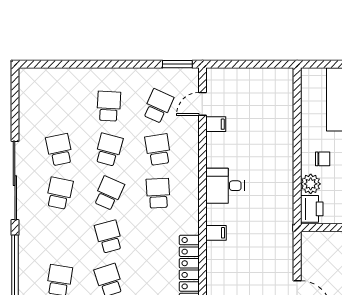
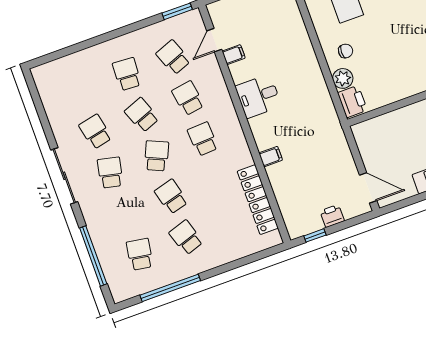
school desk: (158, 106) -> (173, 57), turned -45
school desk: (109, 150) -> (142, 115), turned -36
sliding door: (15, 181) -> (64, 176), width x0.73
desk: (225, 186) -> (258, 96), moved

